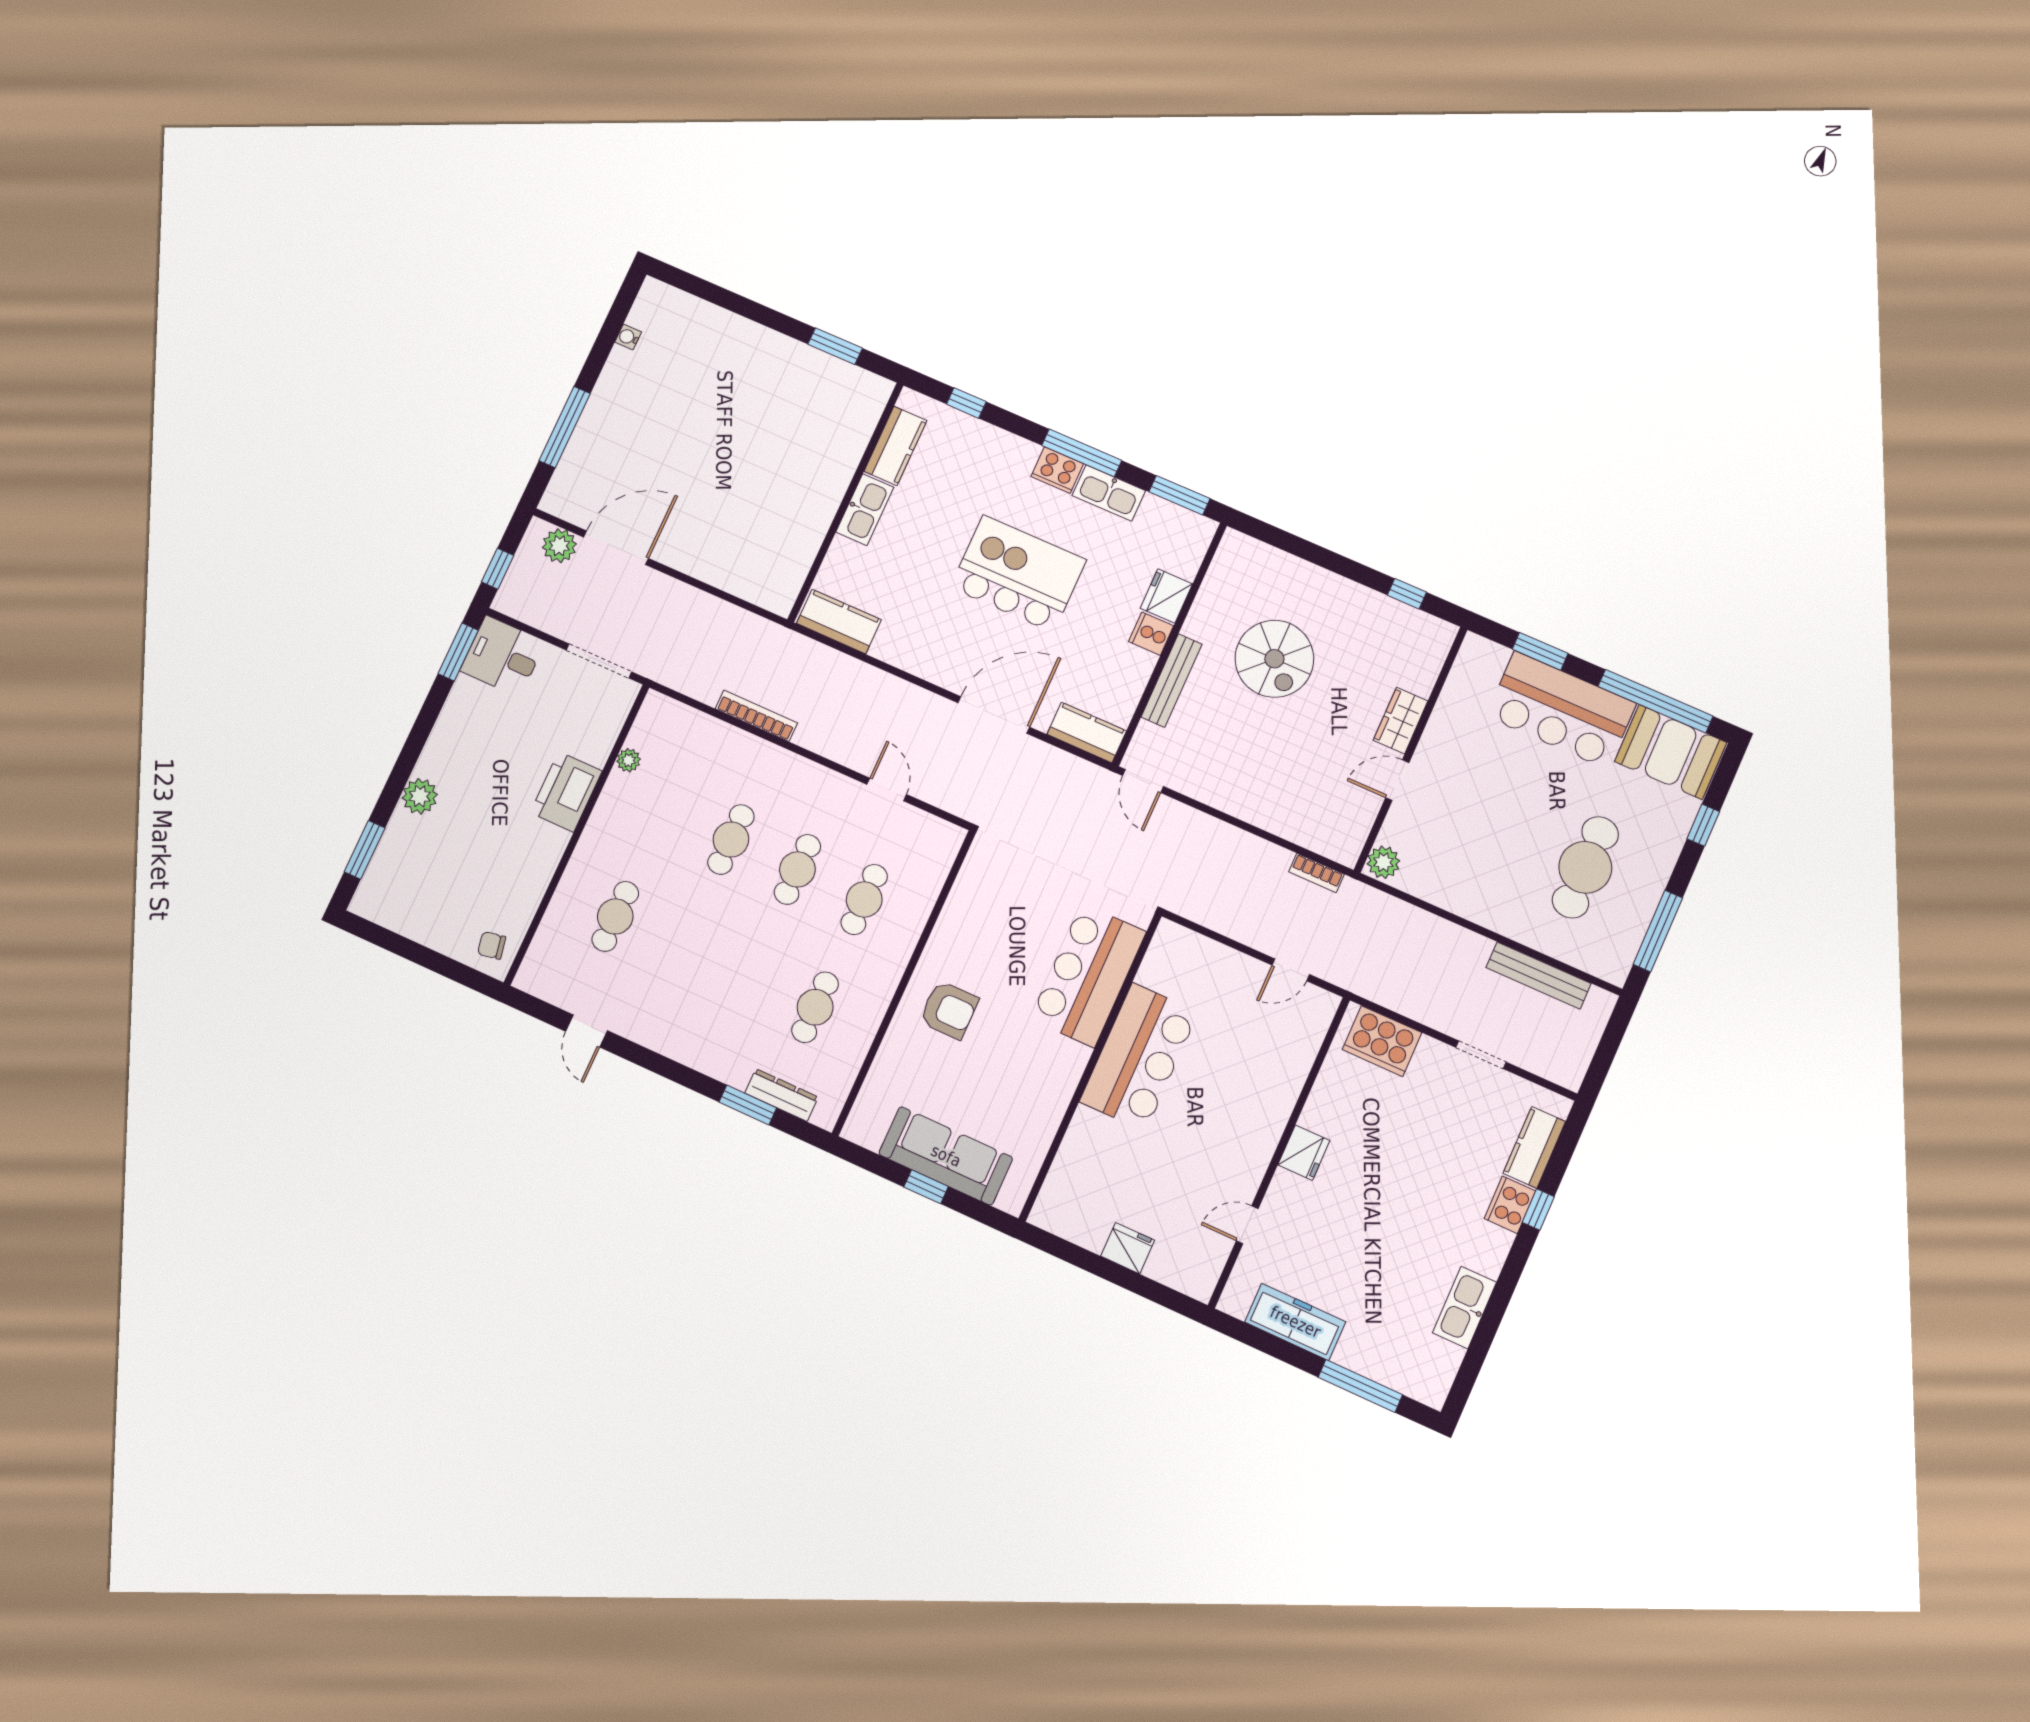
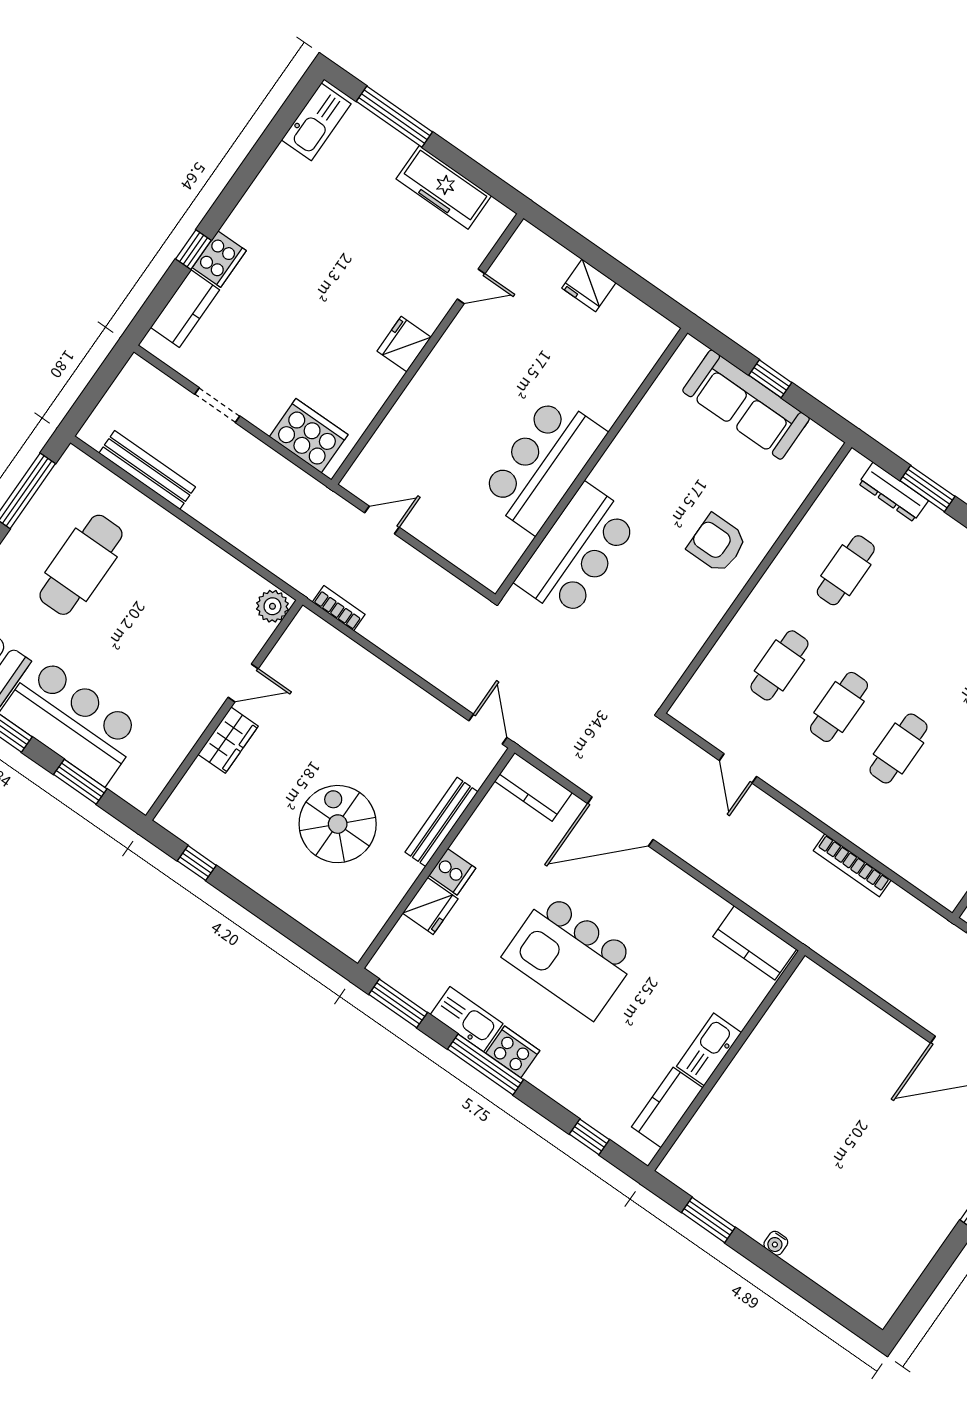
water cooler: (628, 337) -> (776, 1243), moved, turned 90
kitchen sink: (1465, 1308) -> (316, 122), moved

